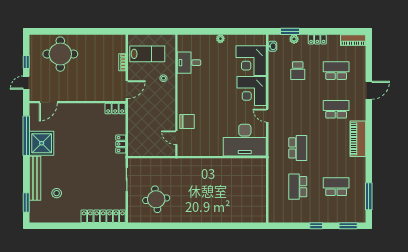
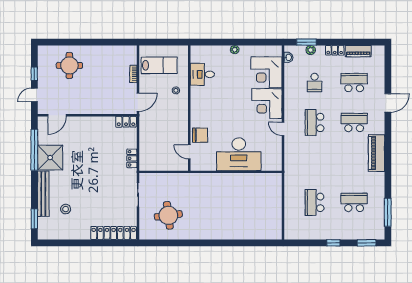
piano: (353, 40) -> (358, 51), moved
round table: (60, 54) -> (69, 65), width x0.73, depth x0.73
desk: (245, 140) -> (239, 154), moved
school desk: (298, 148) -> (315, 122), moved, turned 180

